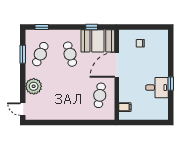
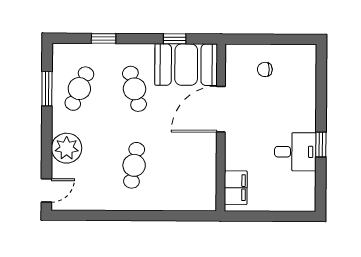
window: (42, 27) -> (104, 38), moved
cafe table: (100, 95) -> (134, 165), moved
filing cabinet: (125, 107) -> (236, 188), width x2.00
door: (23, 109) -> (46, 190), swing flipped

